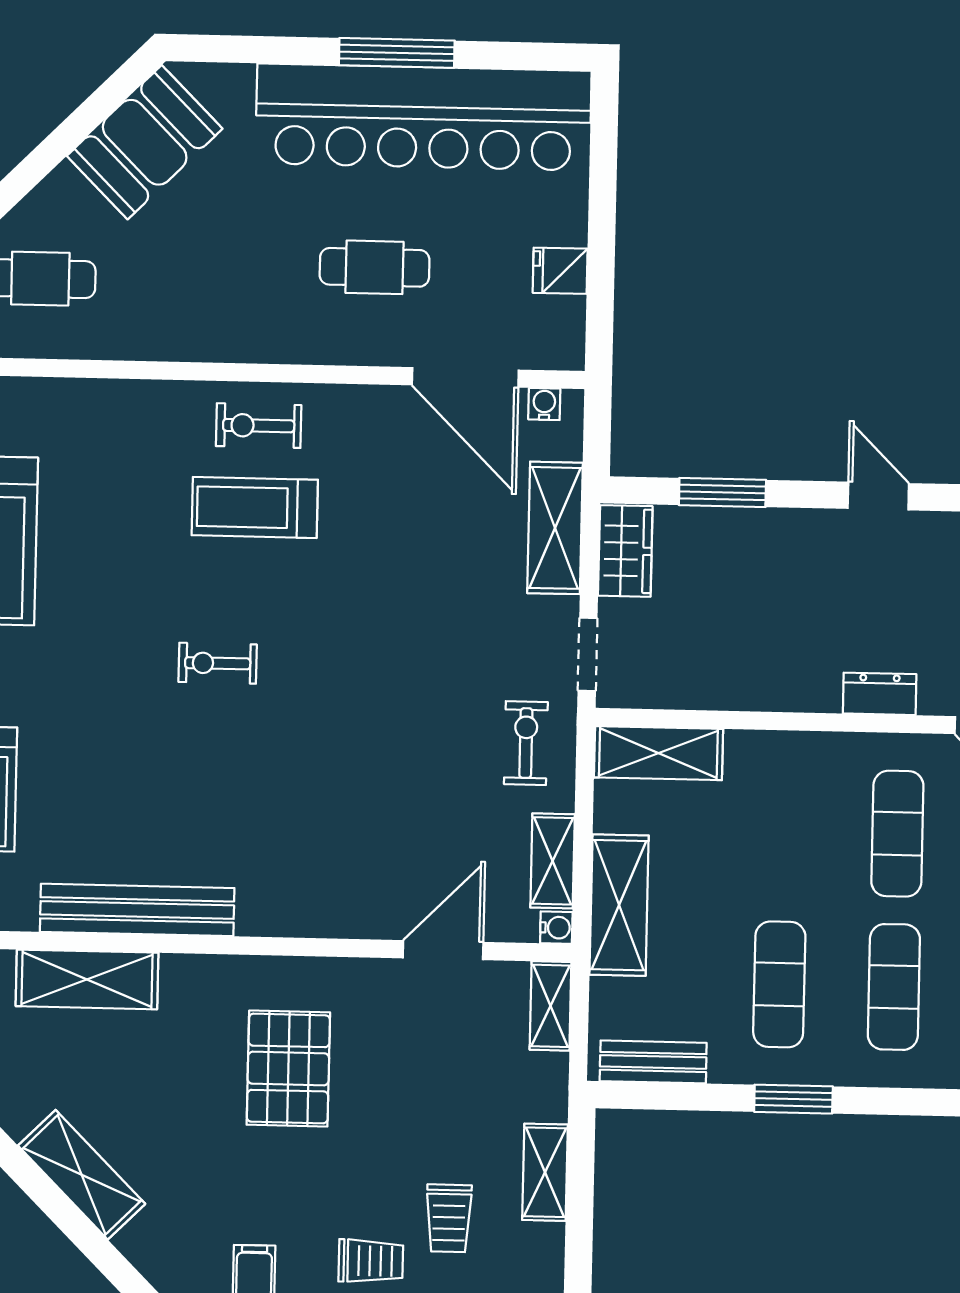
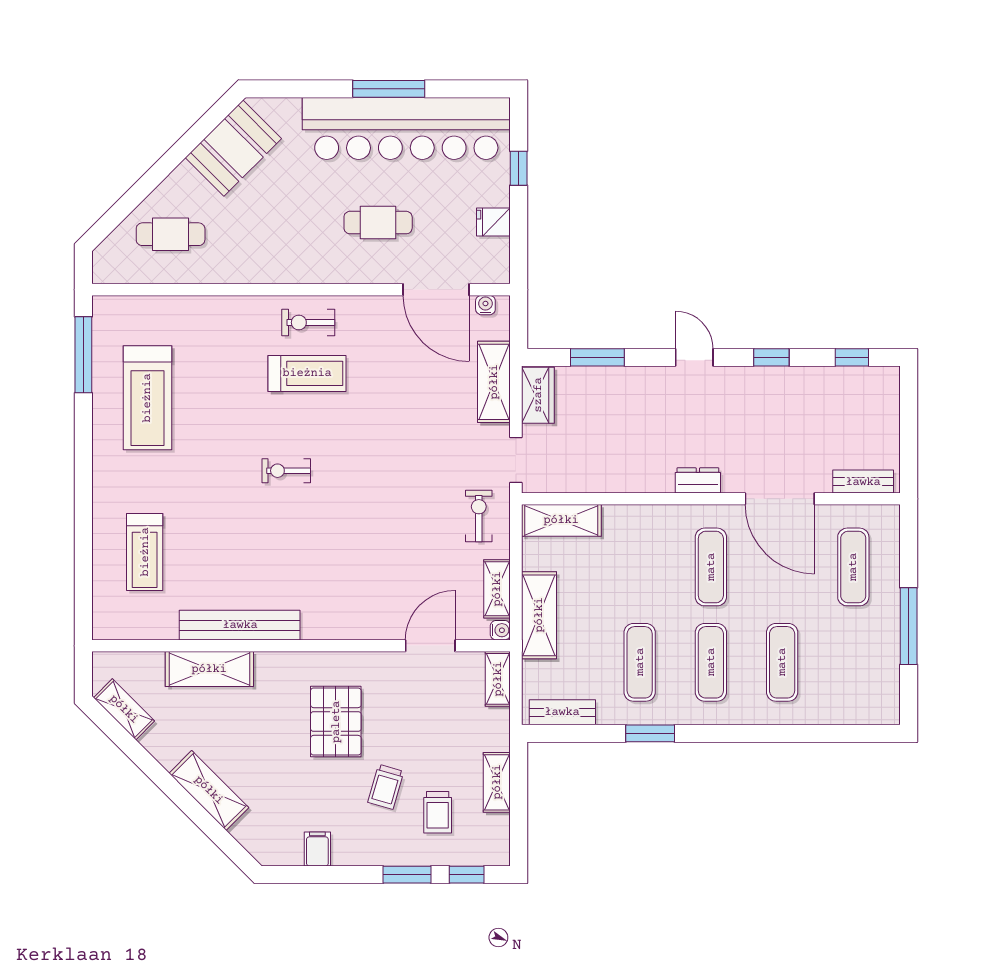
window: (603, 185) -> (519, 168), added
treadmill: (255, 507) -> (307, 373), turned 180
trolley: (371, 1261) -> (386, 787), moved, turned 106

